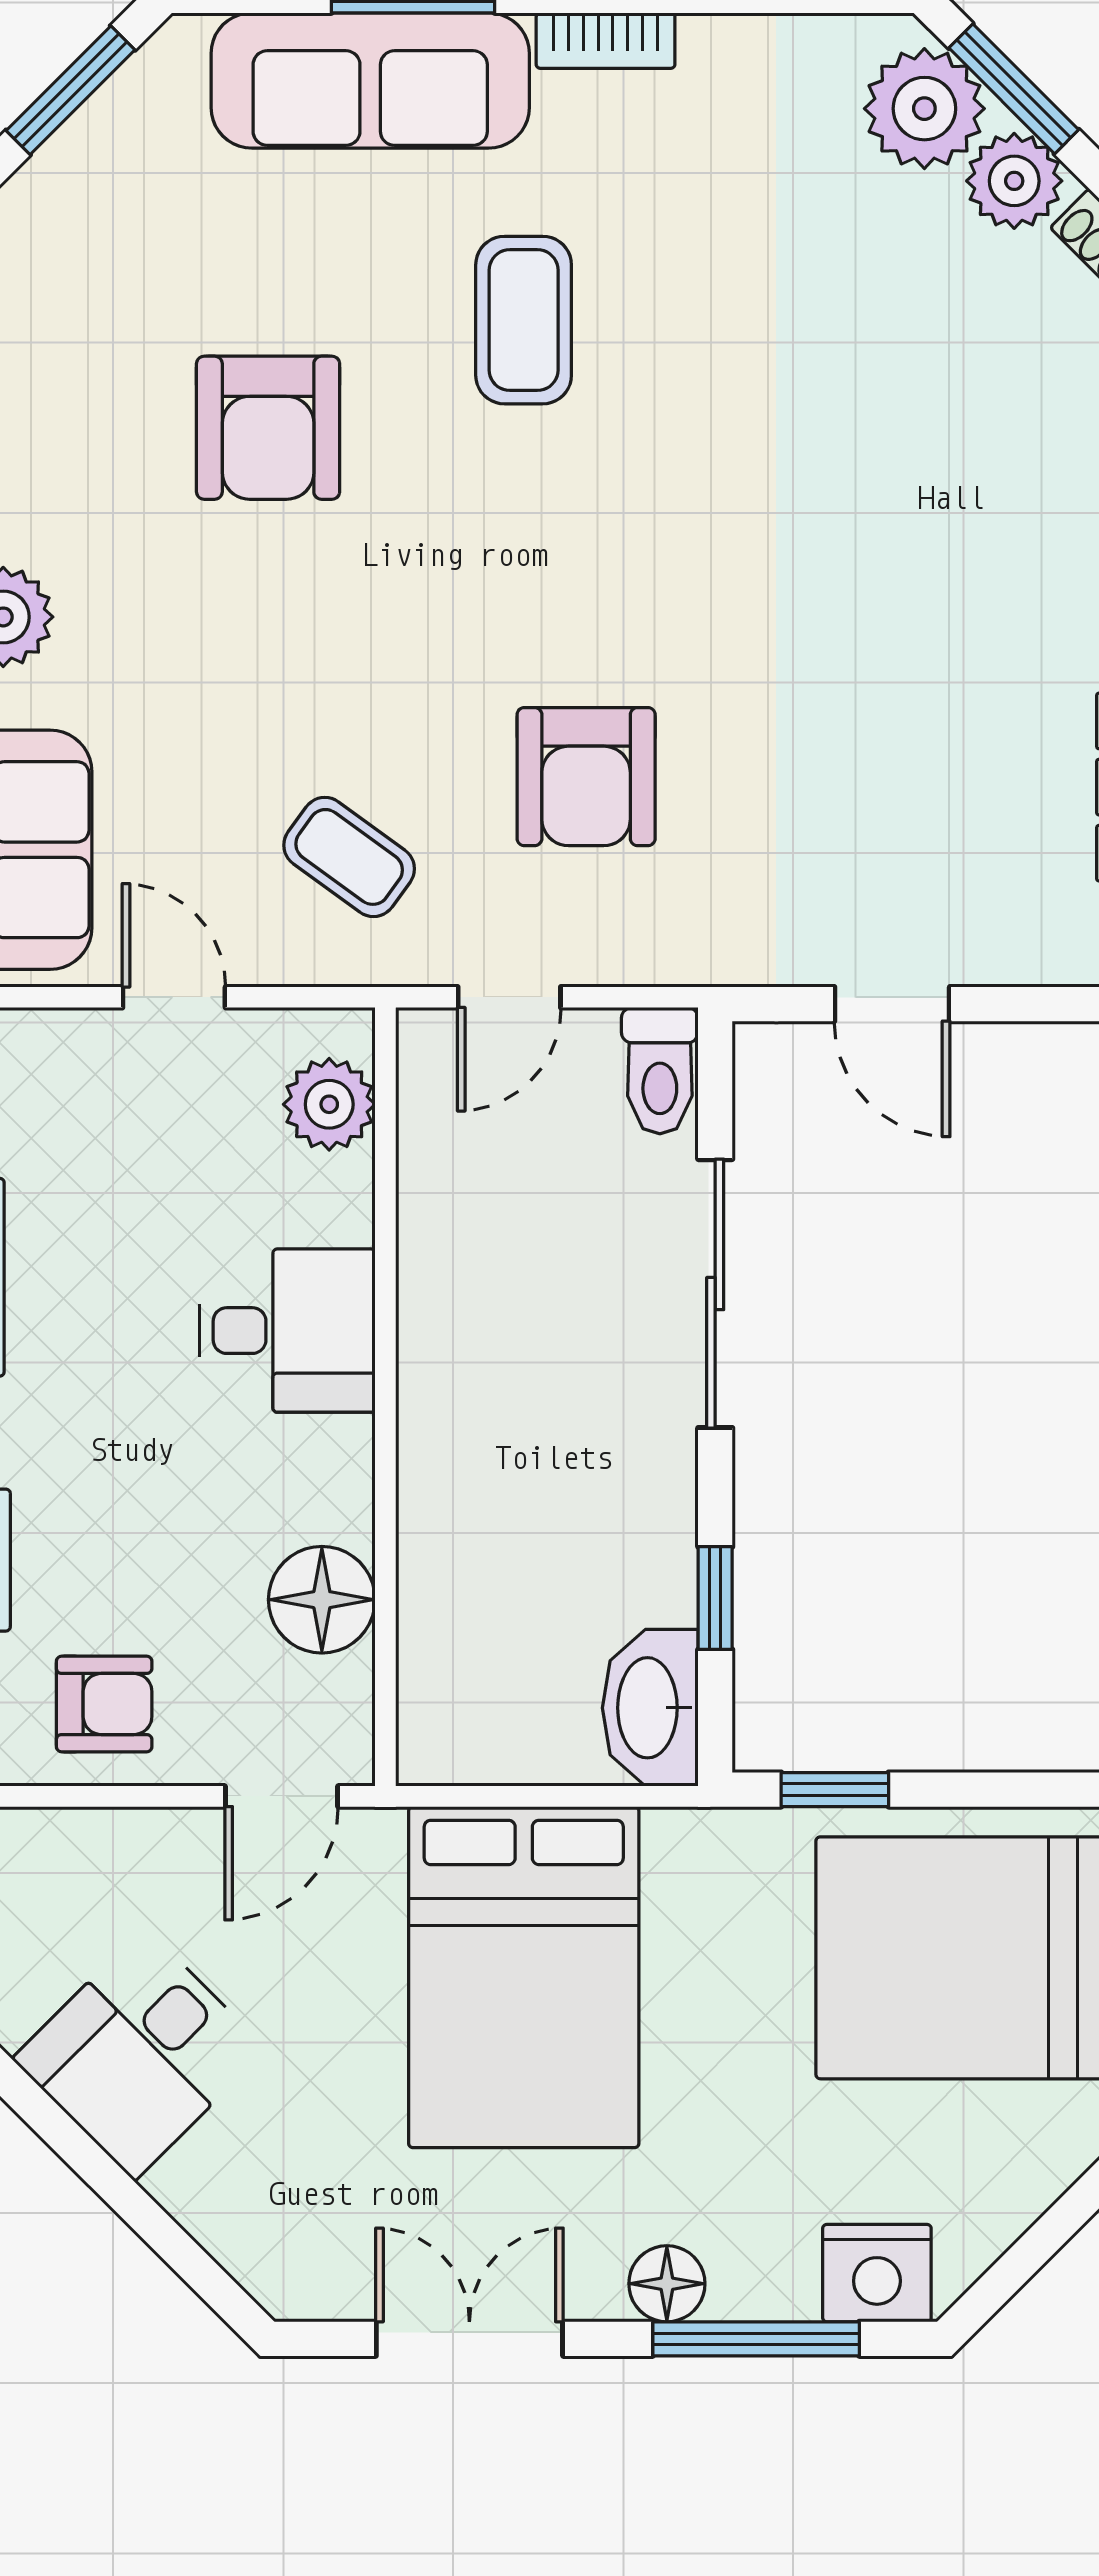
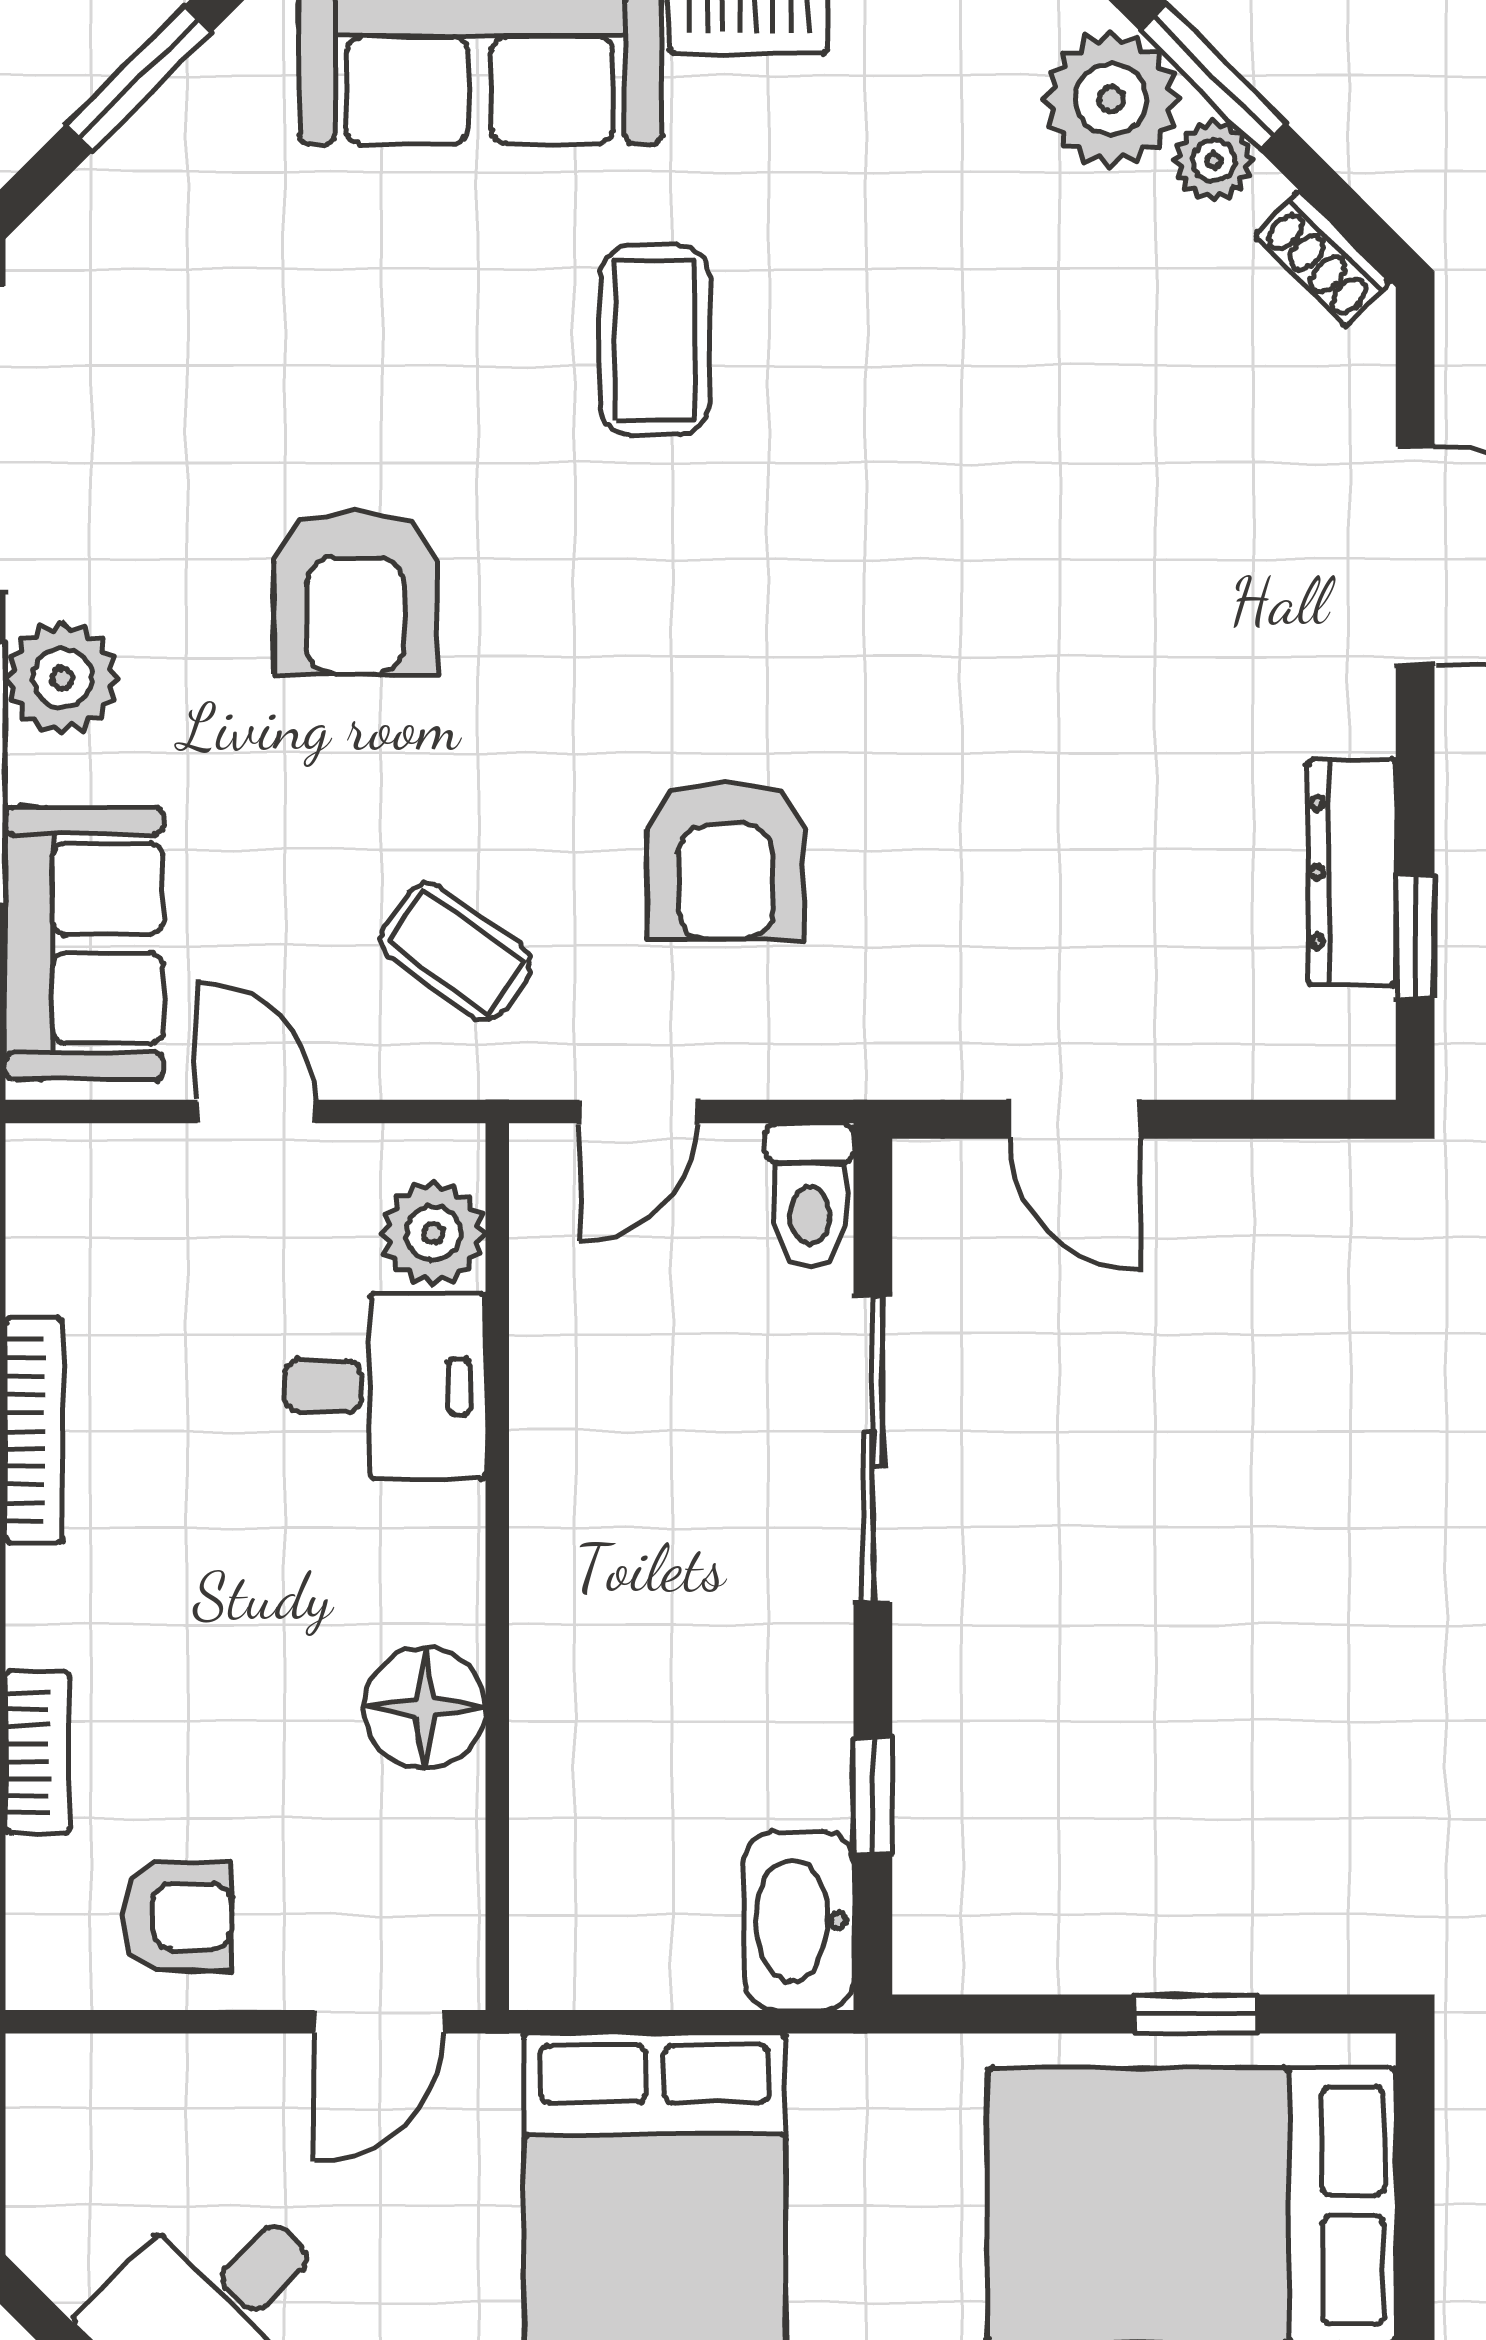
plant: (1014, 181) -> (1213, 161), width x0.73, depth x0.73
armchair: (268, 428) -> (355, 593), moved
desk: (287, 1331) -> (385, 1386), moved
floor lamp: (322, 1600) -> (425, 1708), moved
window: (835, 1790) -> (1196, 2014), moved

